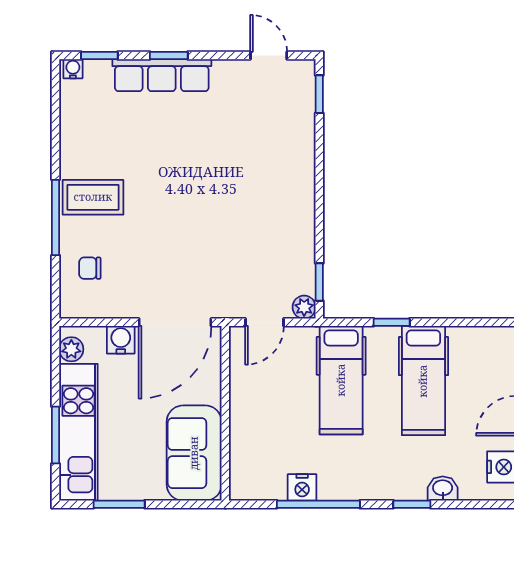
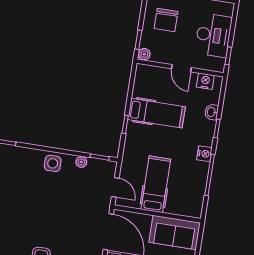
side table: (292, 192) -> (53, 163), added
plant: (304, 307) -> (81, 162), moved
hospital bed: (341, 380) -> (156, 184), moved, turned -90
nightstand: (302, 487) -> (204, 154), moved

